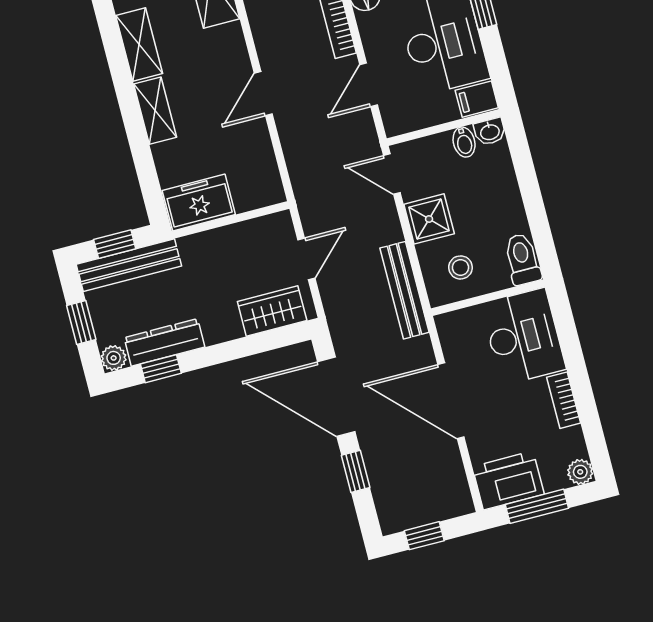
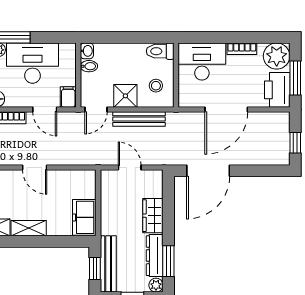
filing cabinet: (477, 99) -> (68, 97), moved, turned 180
bench: (404, 290) -> (139, 119), moved
wardrobe: (272, 311) -> (153, 216), moved
window: (161, 369) -> (168, 261), width x1.50
window: (356, 471) -> (251, 171), removed
plant: (580, 472) -> (277, 56), width x1.88, depth x1.88

